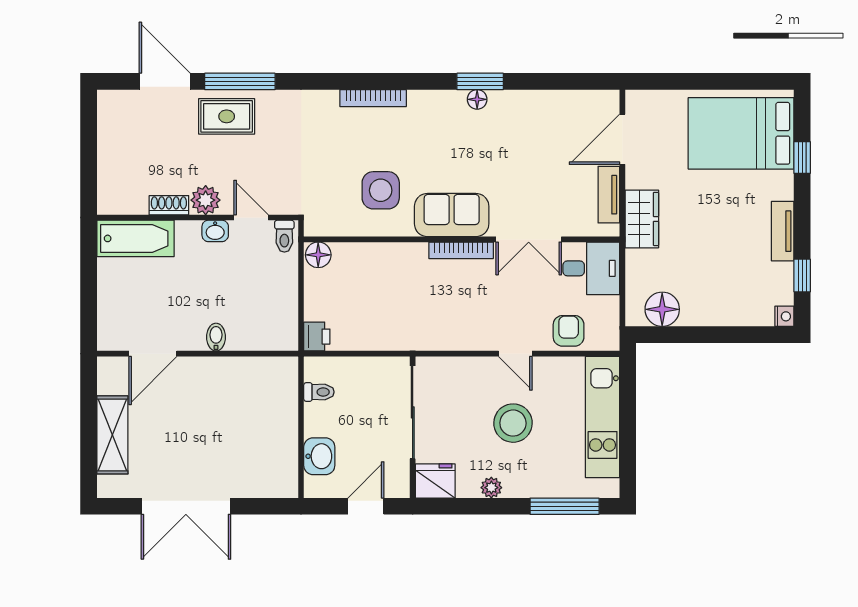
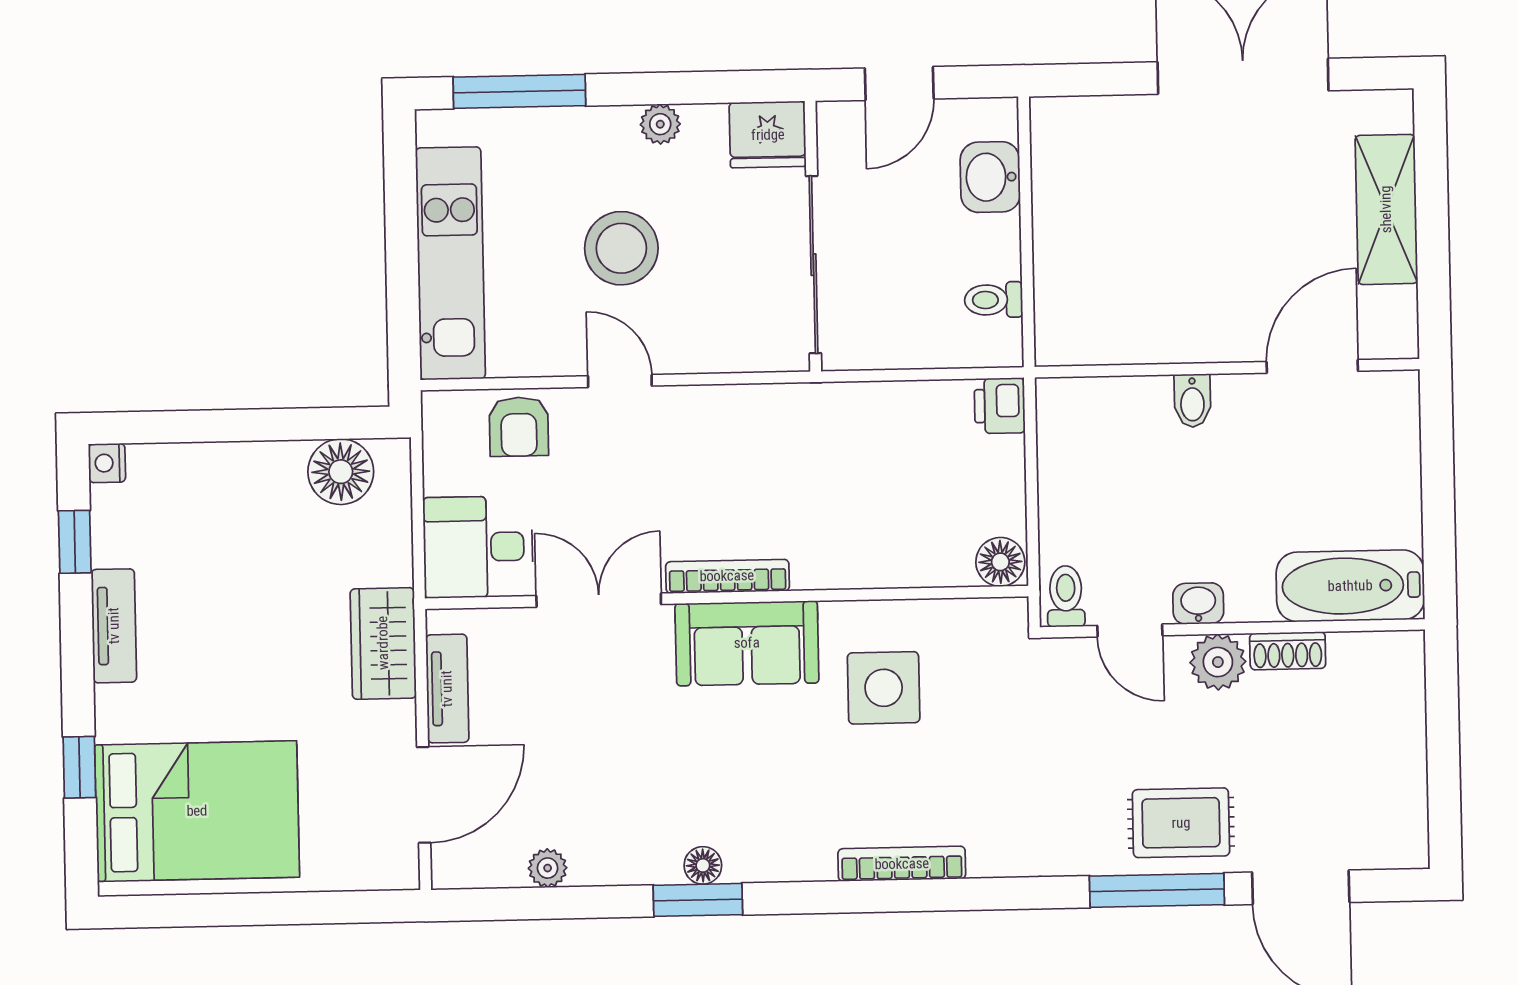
plant: (558, 100) -> (548, 868), added

